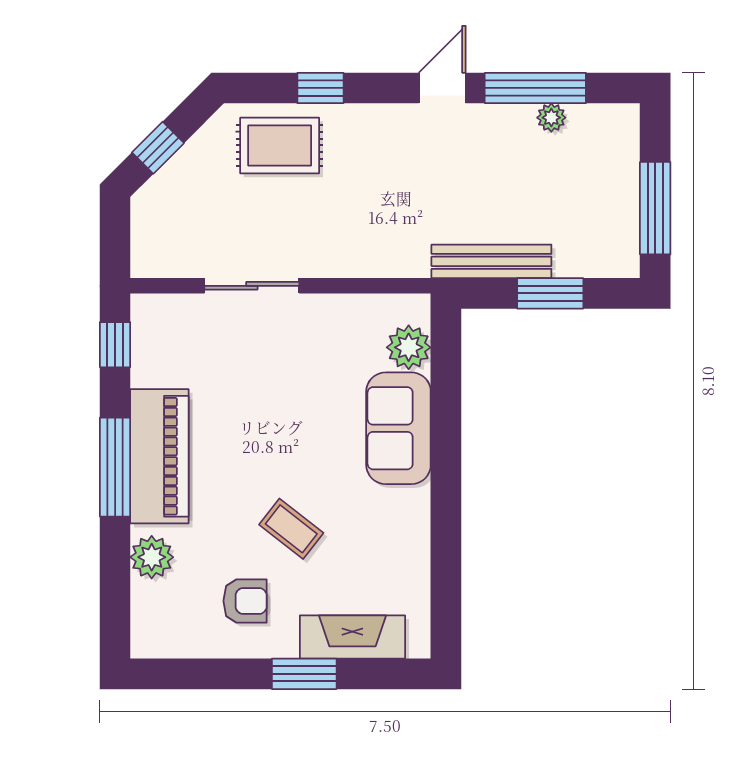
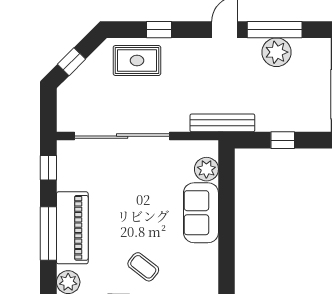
plant: (551, 118) -> (276, 52), width x1.87, depth x1.87
bench: (491, 261) -> (222, 123), moved
sliding door: (252, 286) -> (122, 136), width x1.86
window: (550, 293) -> (283, 140), width x0.67

